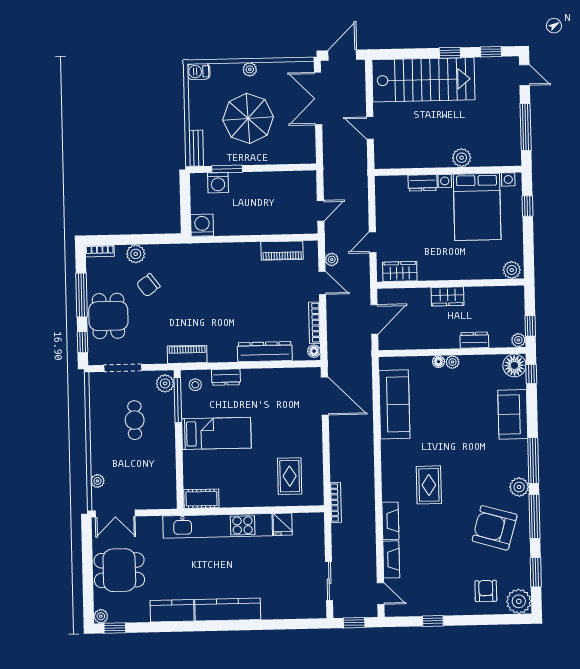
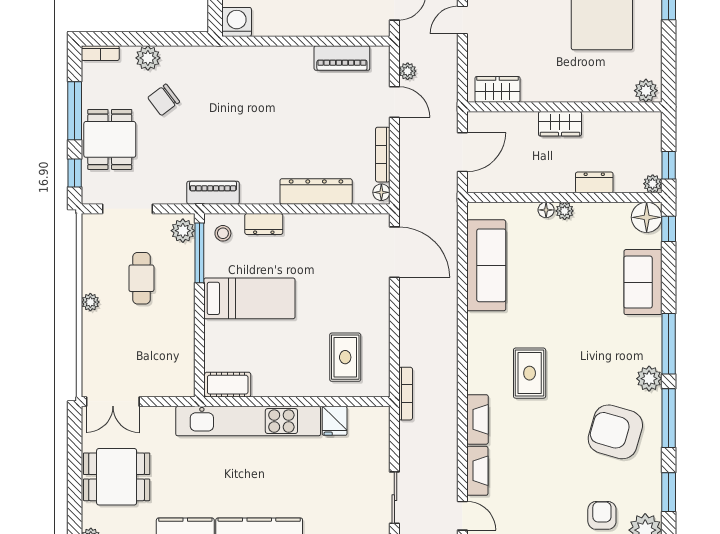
door: (373, 242) -> (462, 20), moved
plant: (97, 481) -> (90, 302), moved

